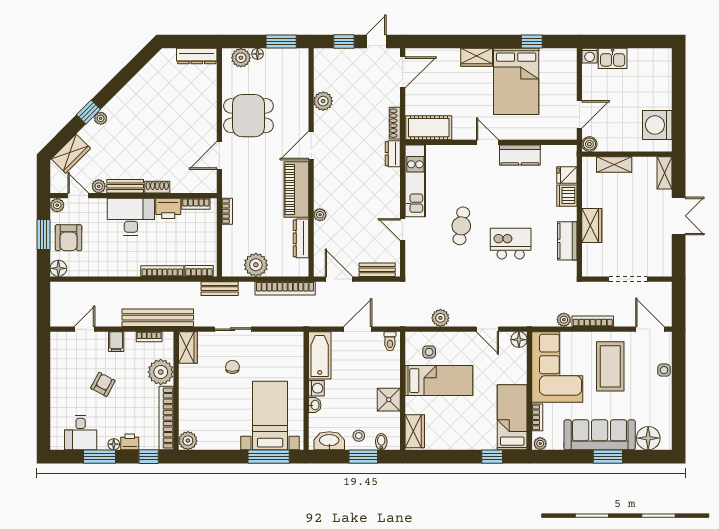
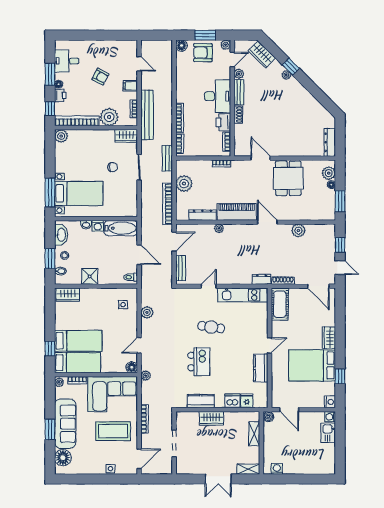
nightstand: (568, 56) -> (330, 402), added
washing machine: (657, 125) -> (277, 469), width x0.53, depth x0.53
plant: (564, 320) -> (146, 376), moved
bed: (439, 381) -> (78, 341), moved, turned -90

